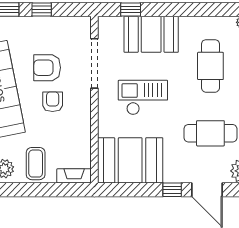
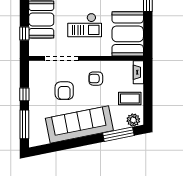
checkout: (143, 97) -> (85, 25), turned -90
armchair: (53, 102) -> (96, 79), moved

